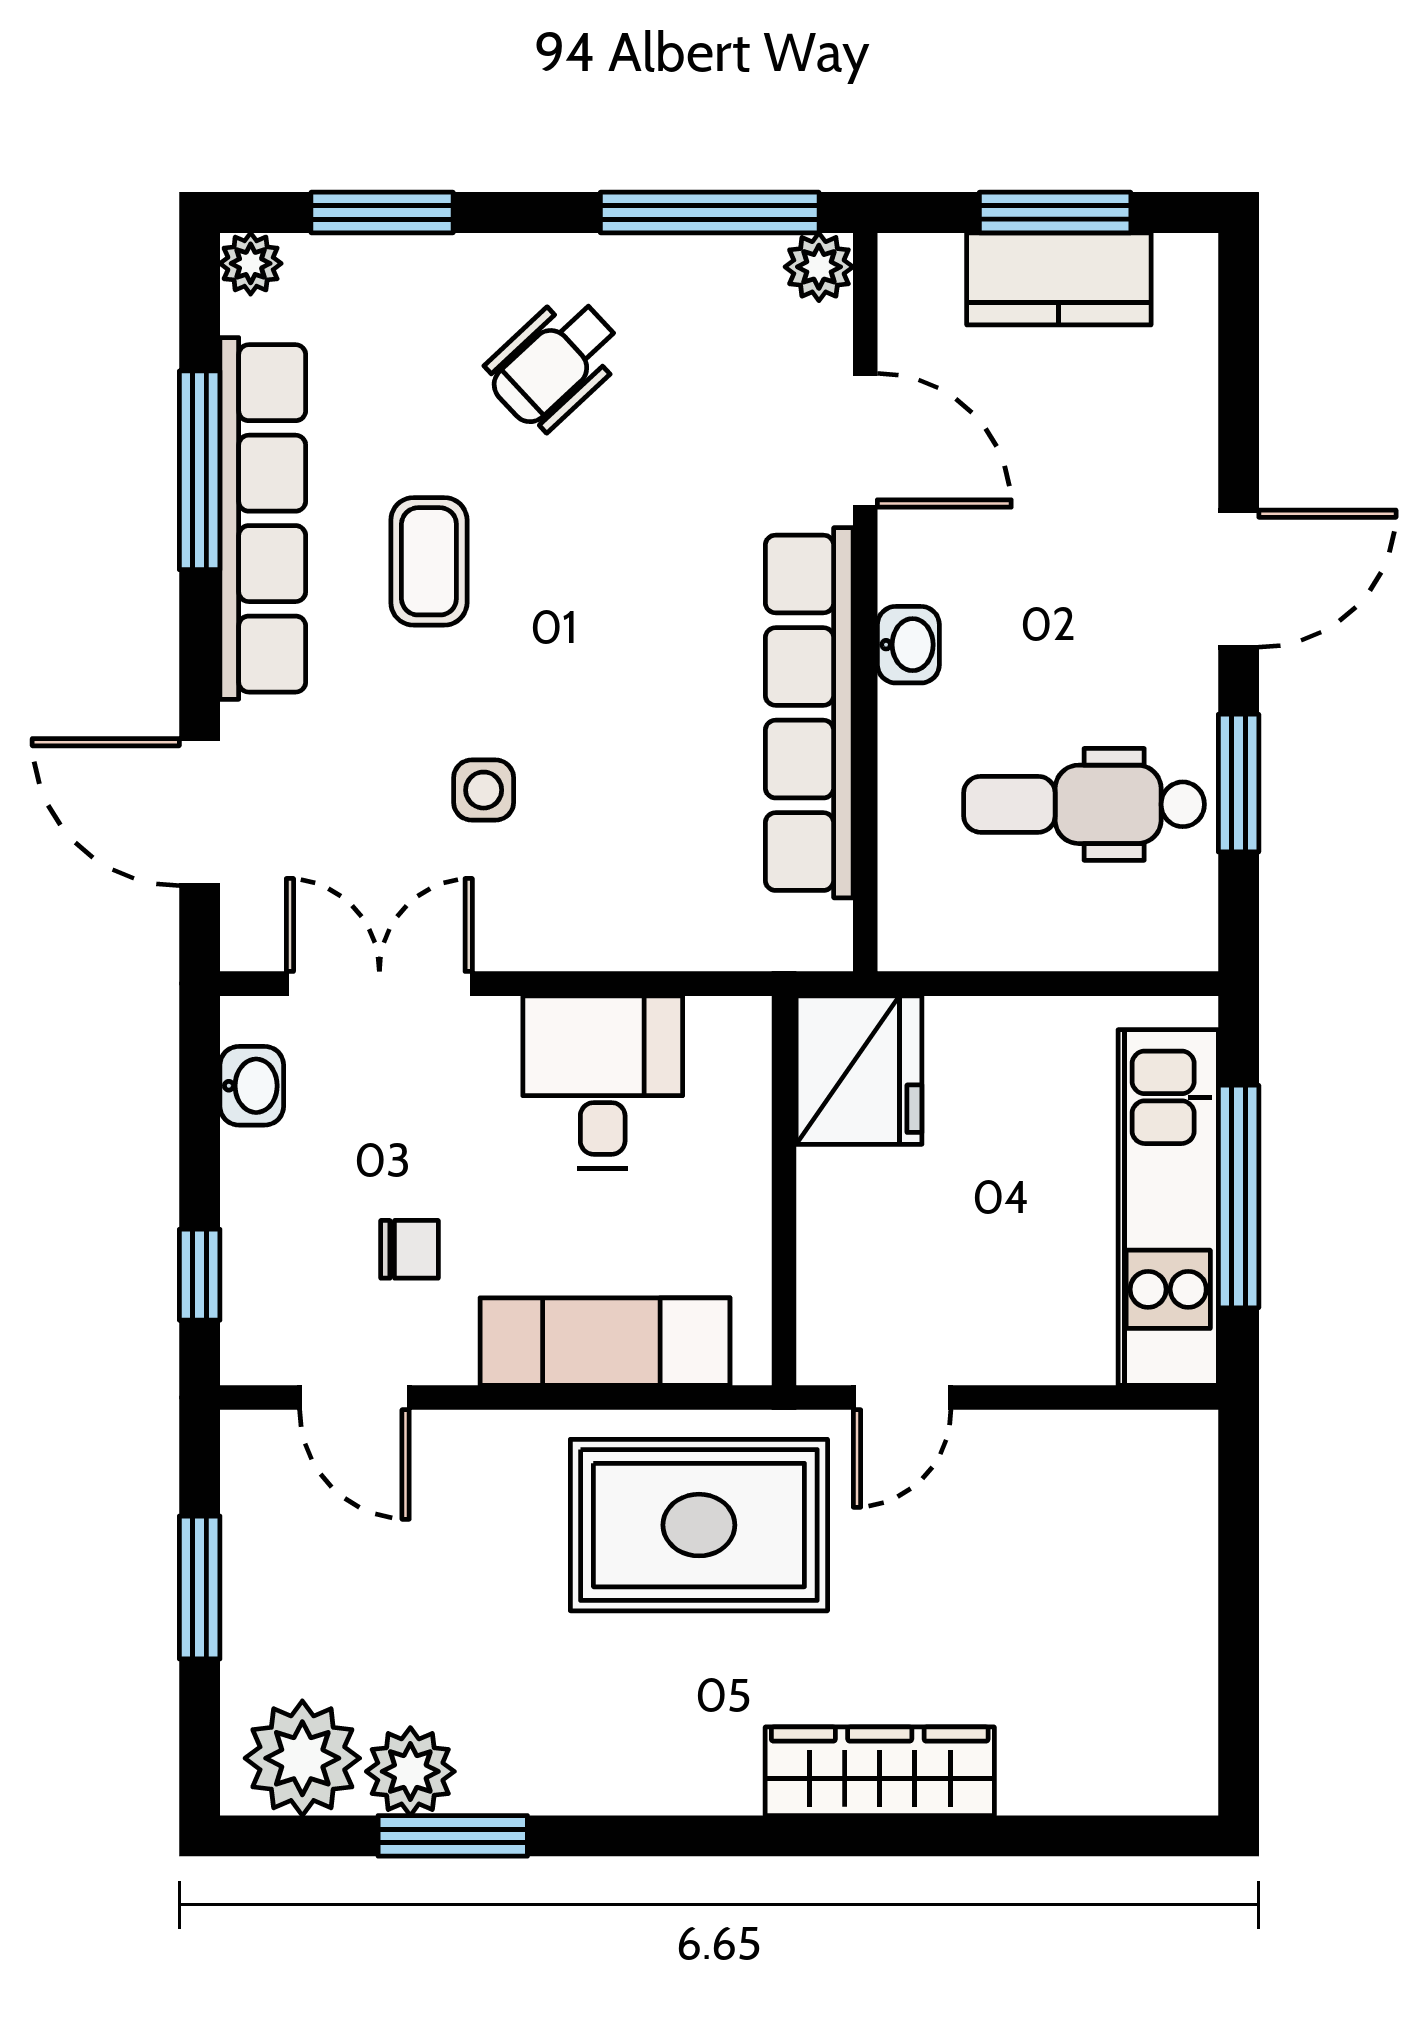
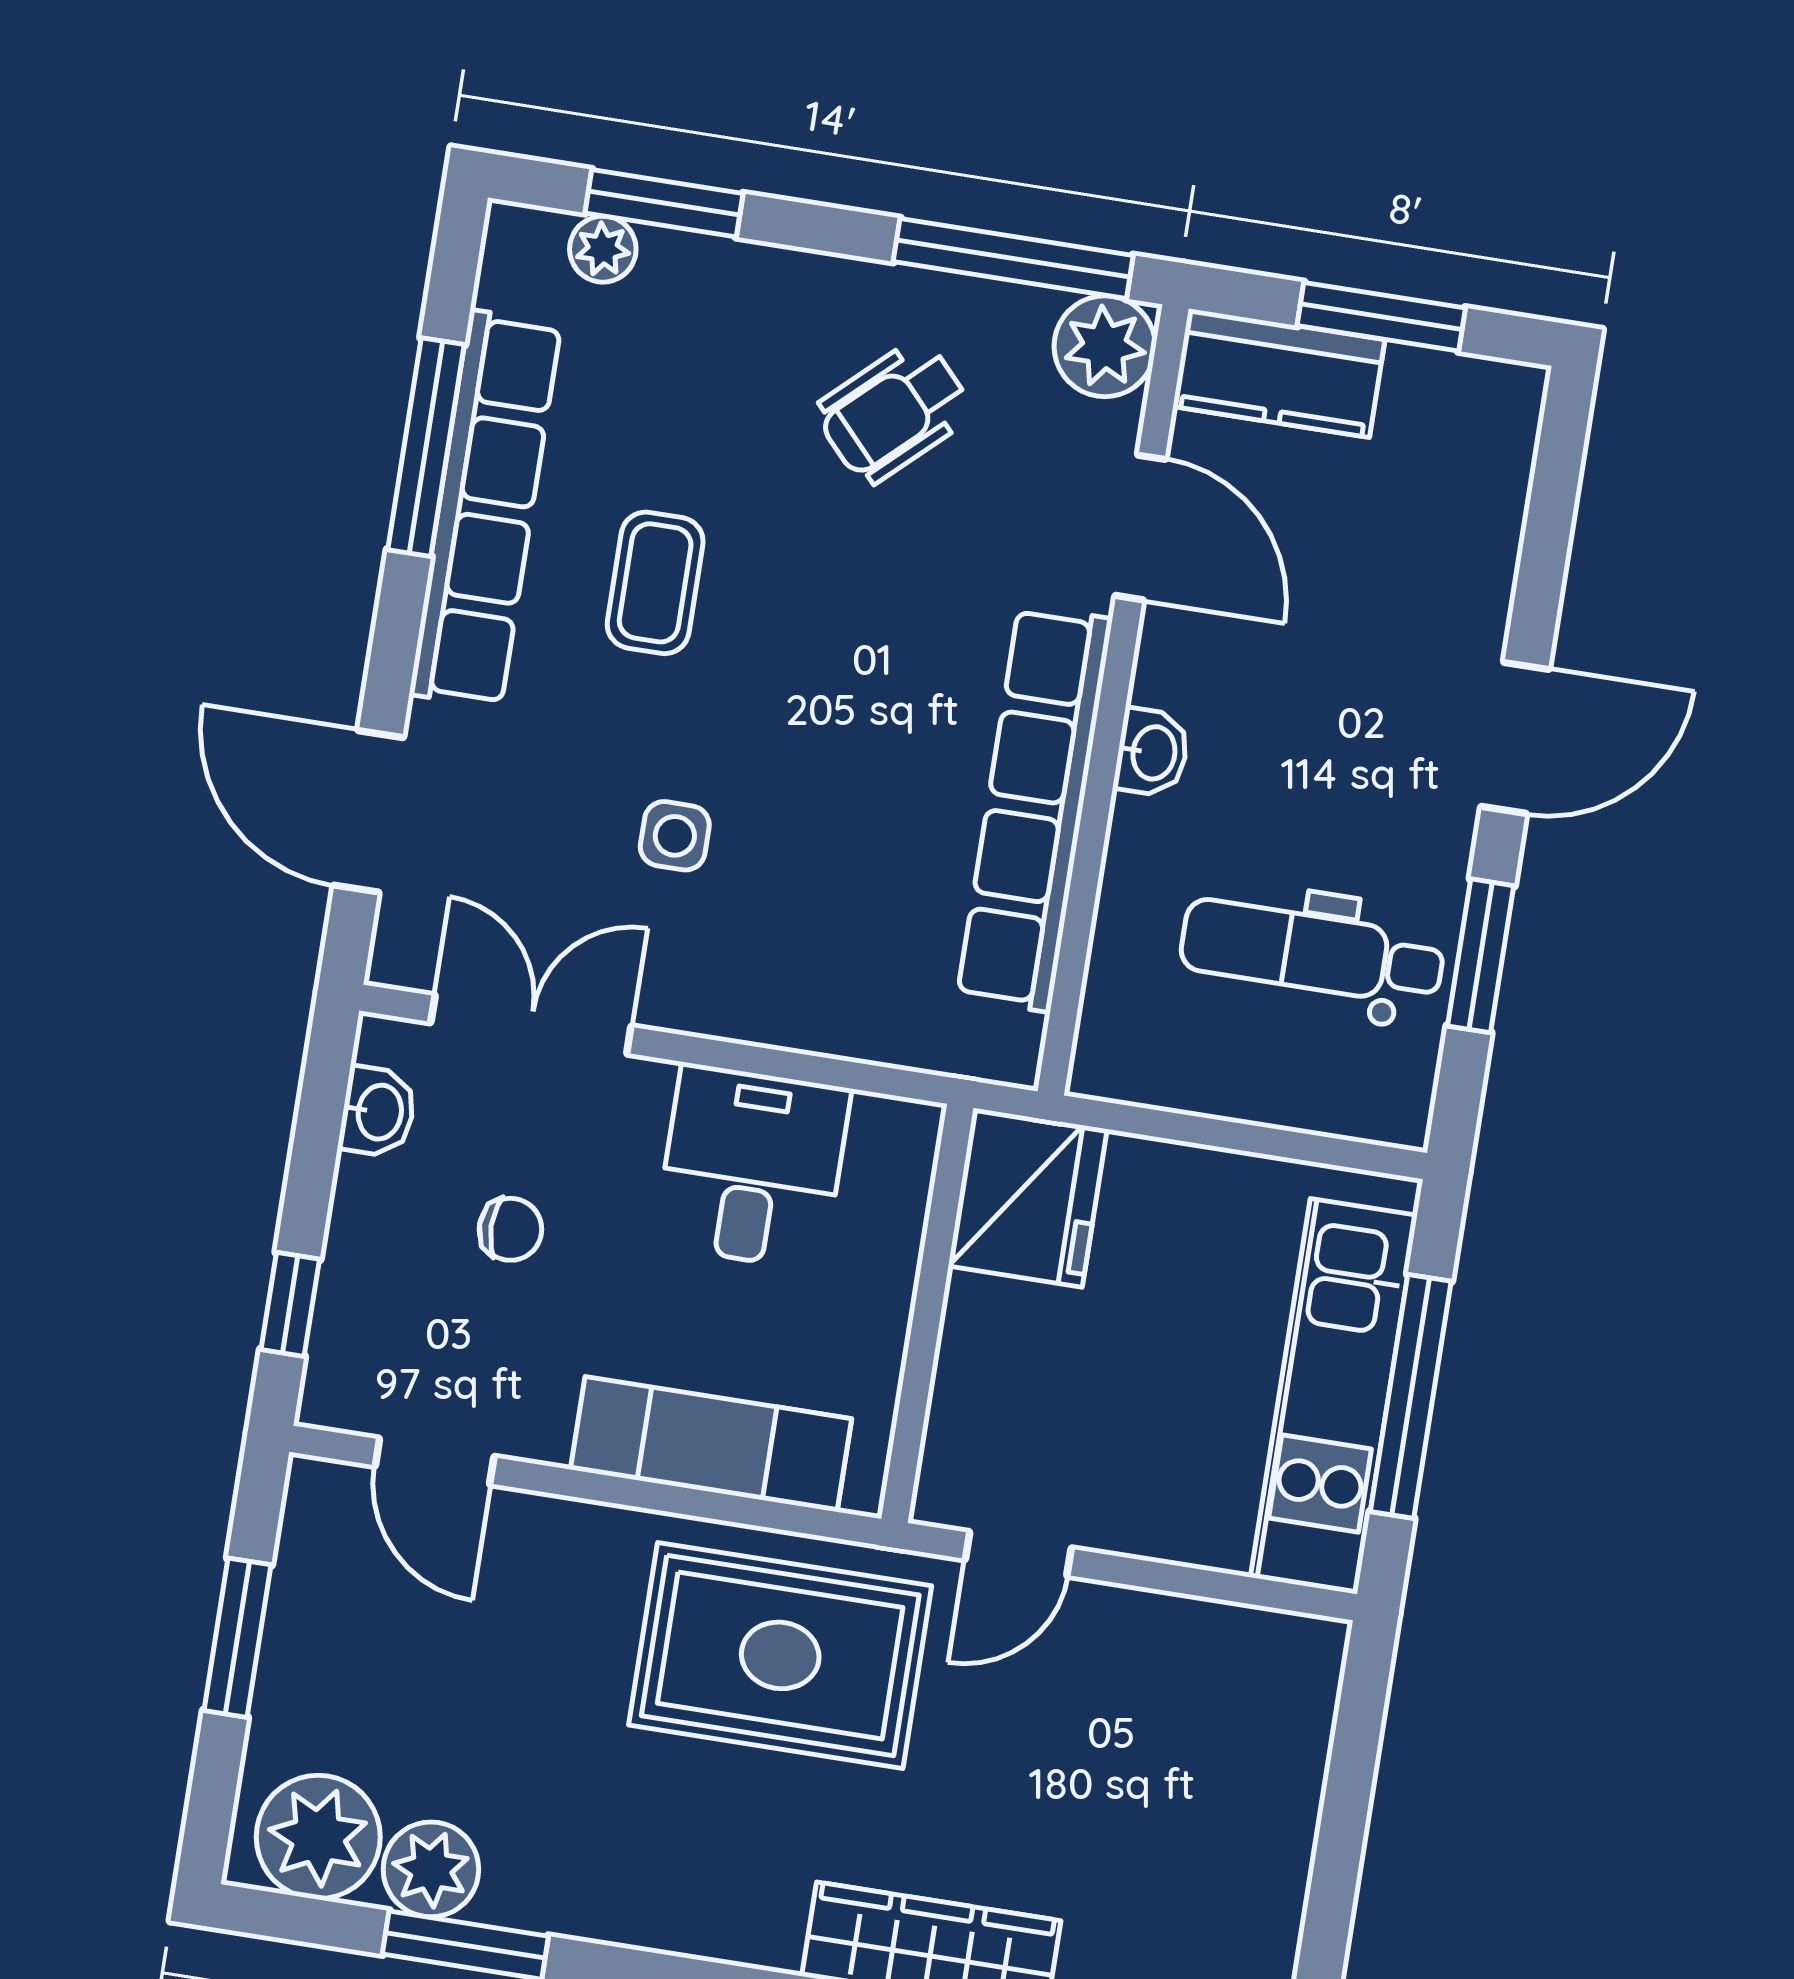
plant: (251, 263) -> (603, 249), moved
plant: (819, 267) -> (1105, 346), width x1.38, depth x1.38
kitchen counter: (1059, 279) -> (1279, 373), moved
wheelchair: (554, 363) -> (894, 411), moved
chair: (409, 1249) -> (510, 1229), moved

